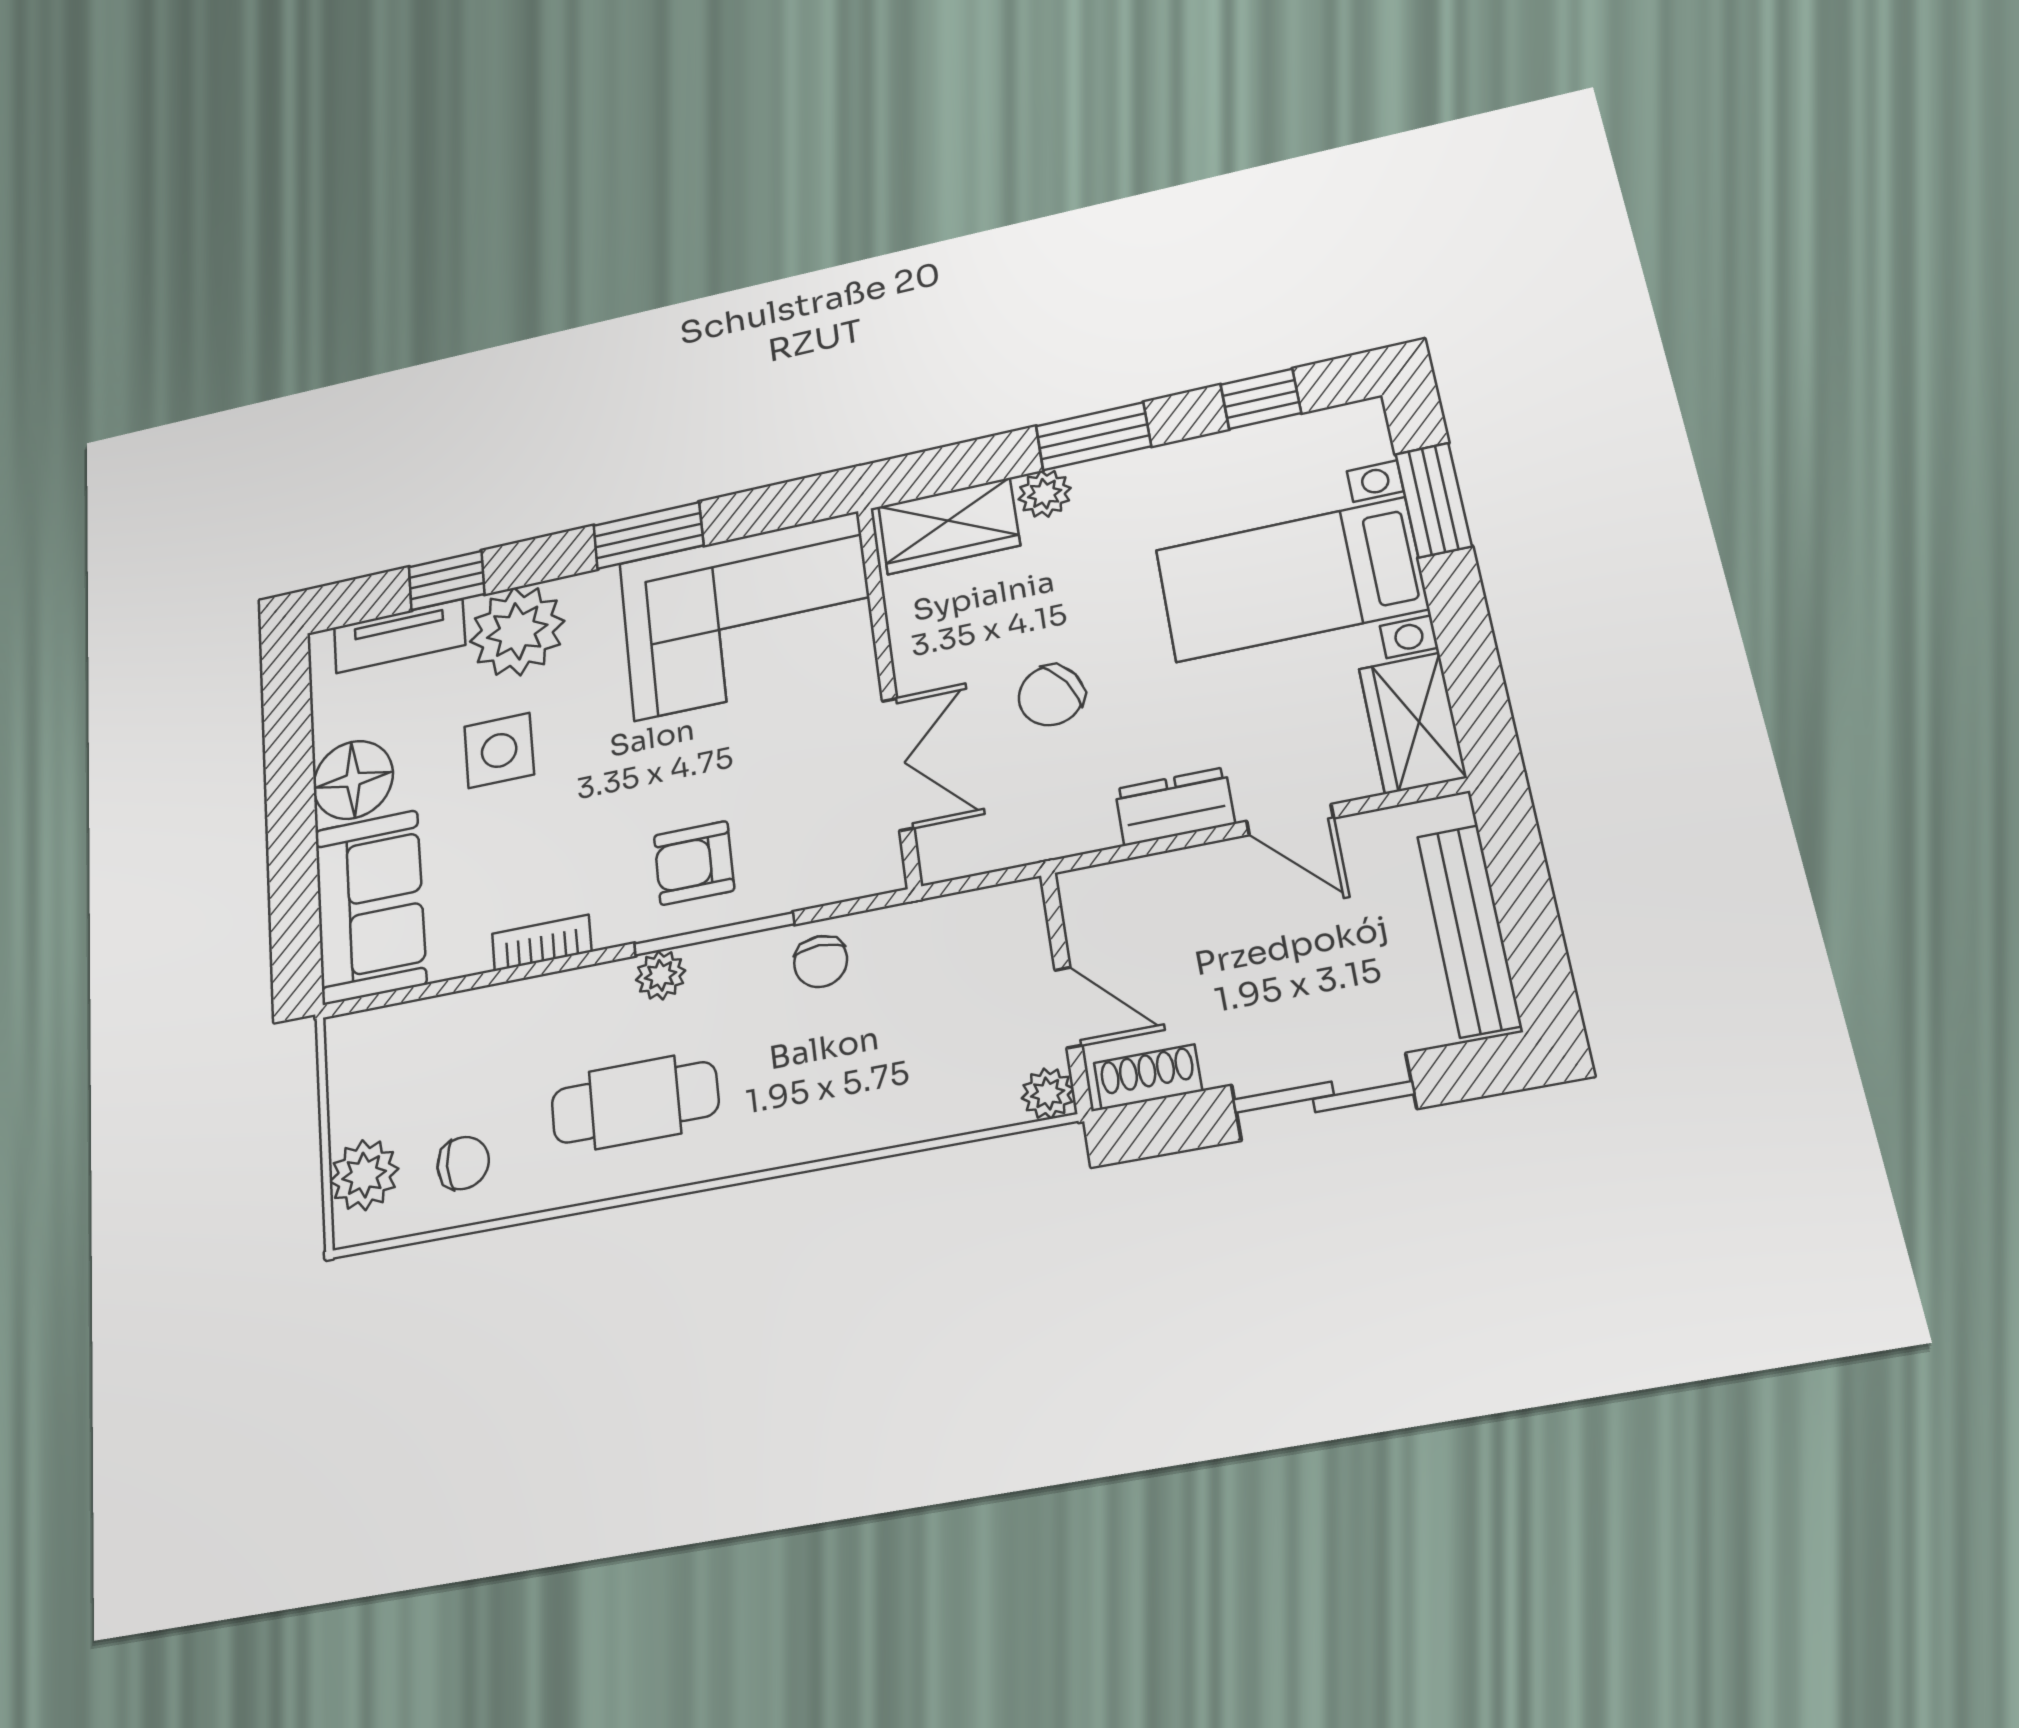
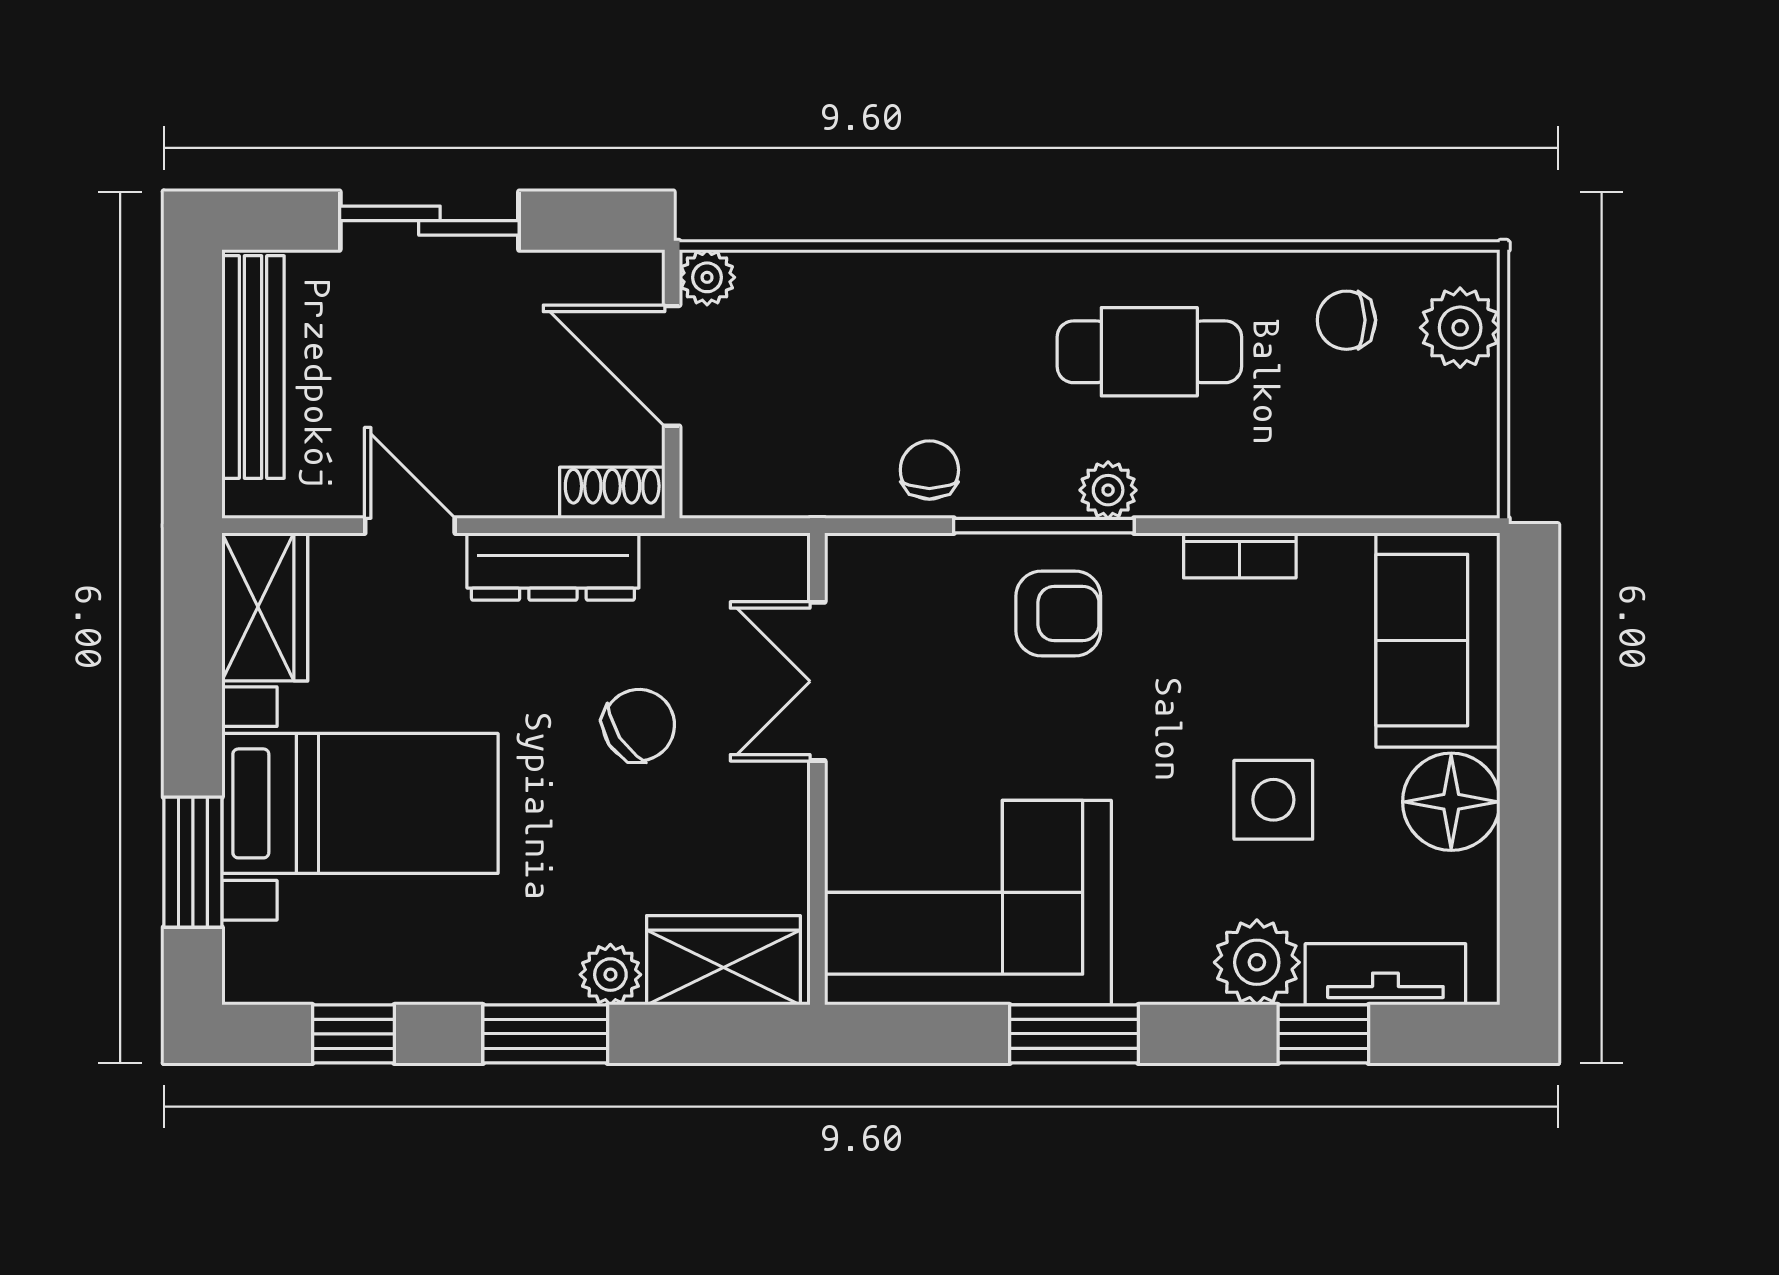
plant: (517, 631) -> (1257, 962), width x0.73, depth x0.73
dresser: (1175, 806) -> (553, 567), width x1.44
door: (1068, 1007) -> (672, 366), width x1.38
shoe rack: (1148, 1077) -> (612, 493), moved, turned 180

